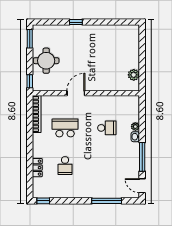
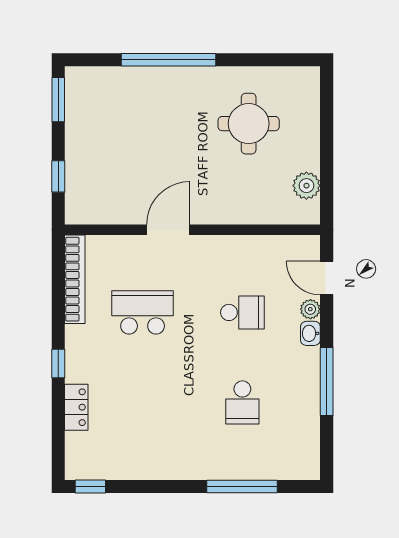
window: (76, 22) -> (168, 60), width x3.17
round table: (46, 61) -> (249, 124), moved
window: (30, 81) -> (58, 176), moved
window: (30, 149) -> (58, 364), added
school desk: (65, 166) -> (242, 402), moved
door: (142, 186) -> (327, 278), moved

